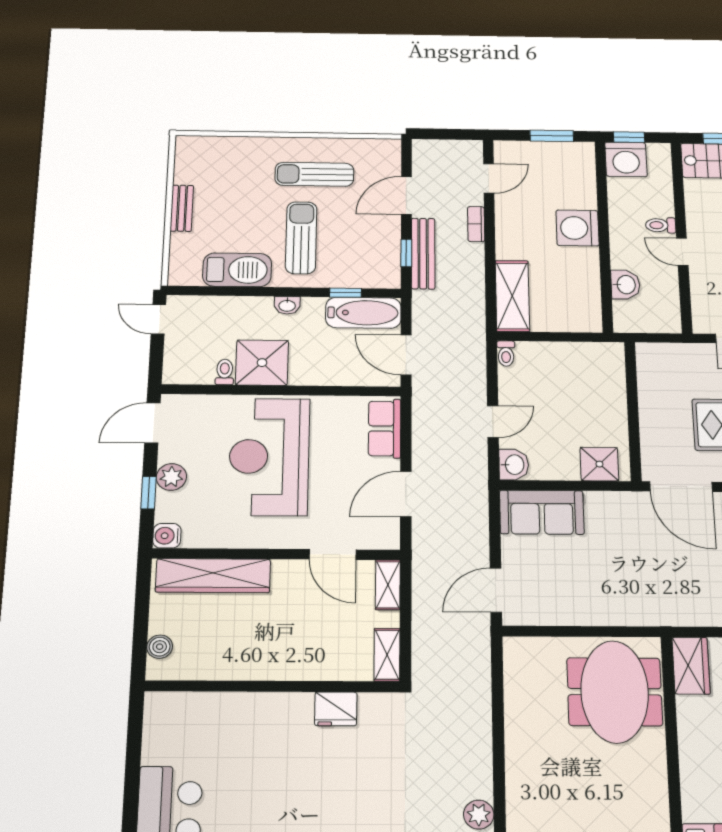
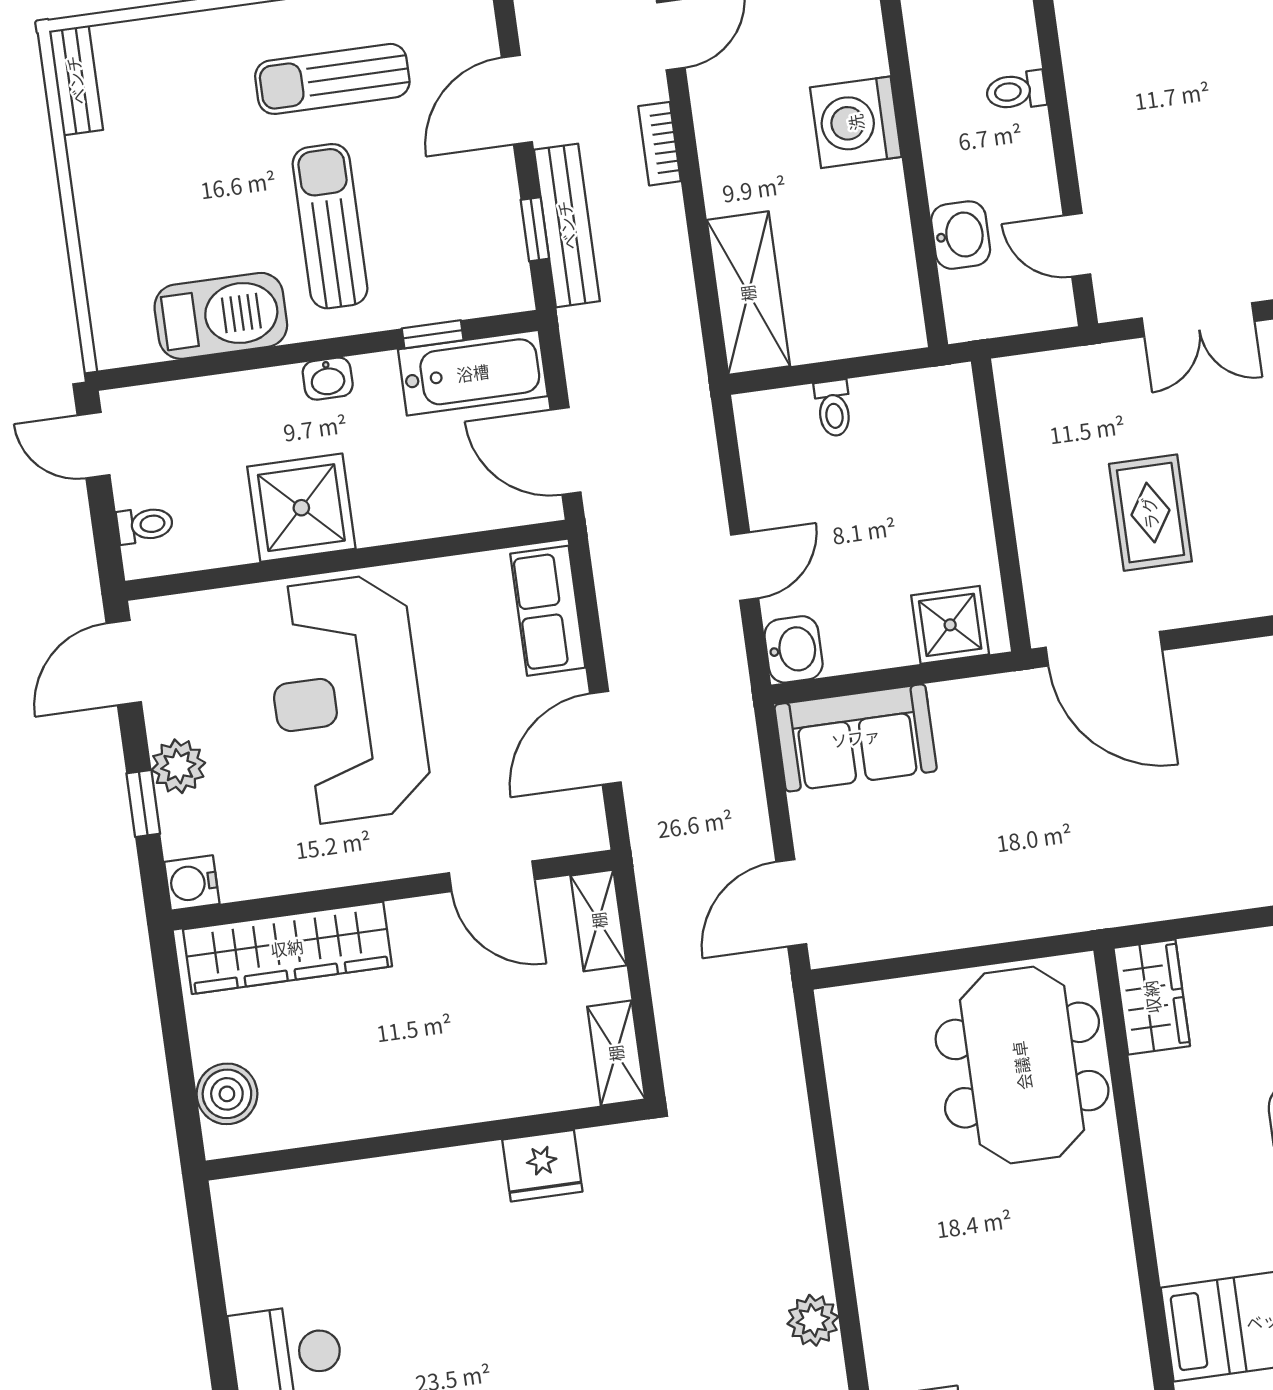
bench: (182, 208) -> (76, 80), moved
door: (682, 252) -> (1077, 245), moved
toilet: (506, 353) -> (833, 408), moved
toilet: (225, 372) -> (145, 525), moved, turned 90
boiler: (160, 647) -> (227, 1094), width x1.36, depth x1.36

